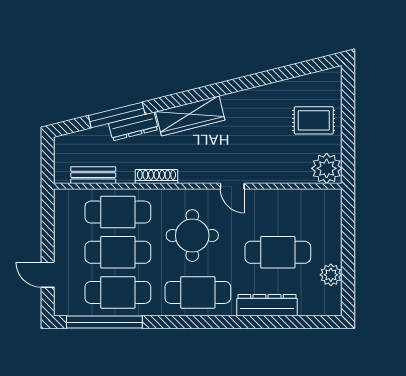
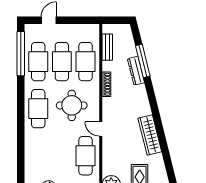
wardrobe: (190, 116) -> (150, 135), moved
door: (232, 186) -> (101, 129), hinge flipped
cafe table: (278, 252) -> (86, 156), moved
dresser: (267, 305) -> (31, 149), removed

